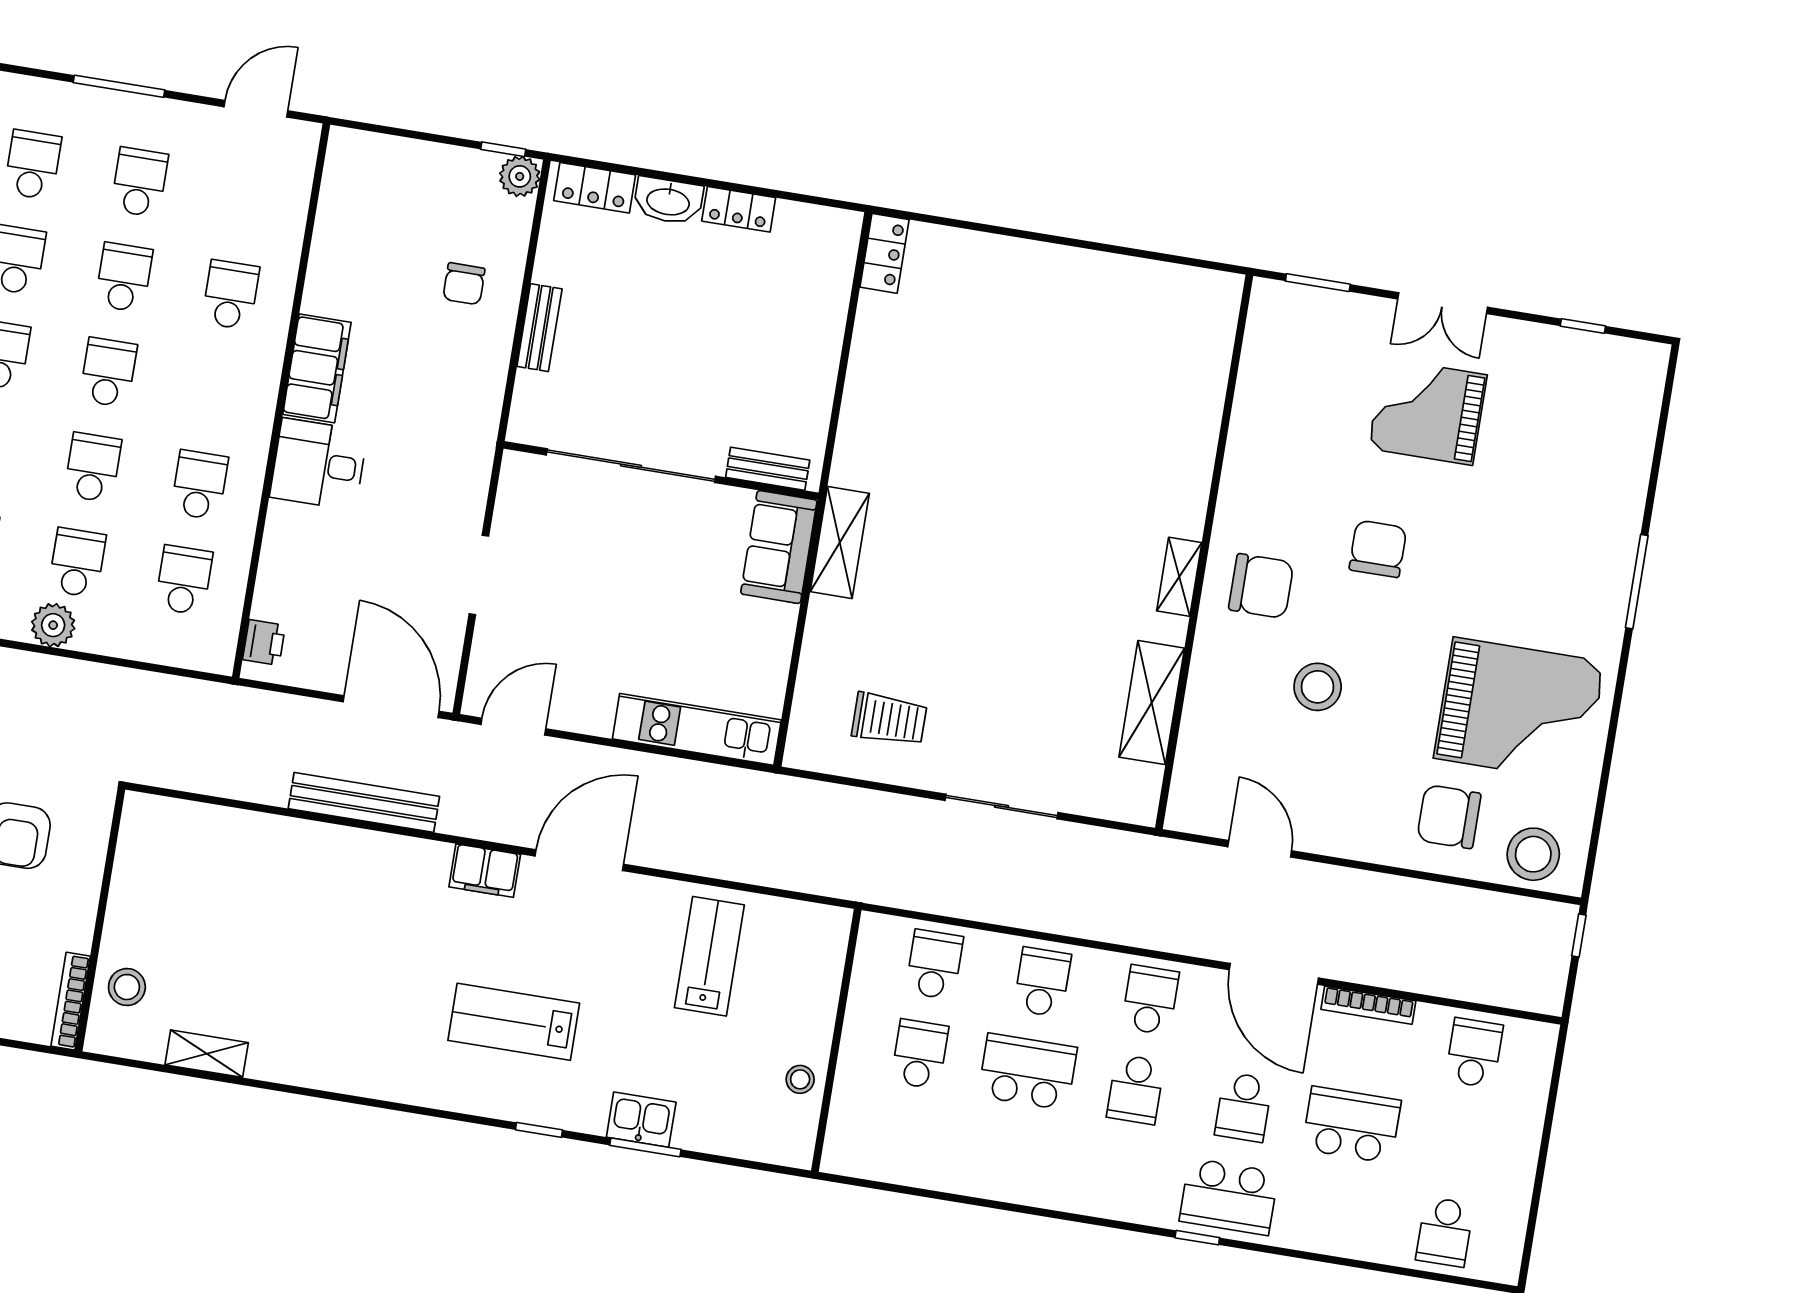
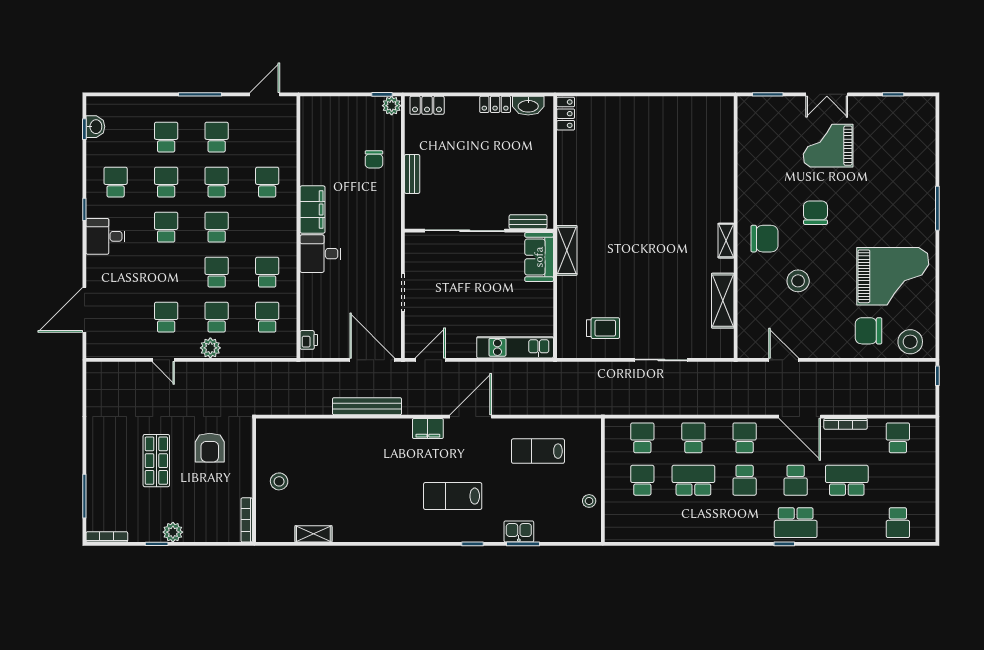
washbasin: (668, 201) -> (528, 106), moved
lab bench: (709, 956) -> (538, 451), turned -90
stool: (127, 987) -> (279, 481), moved

